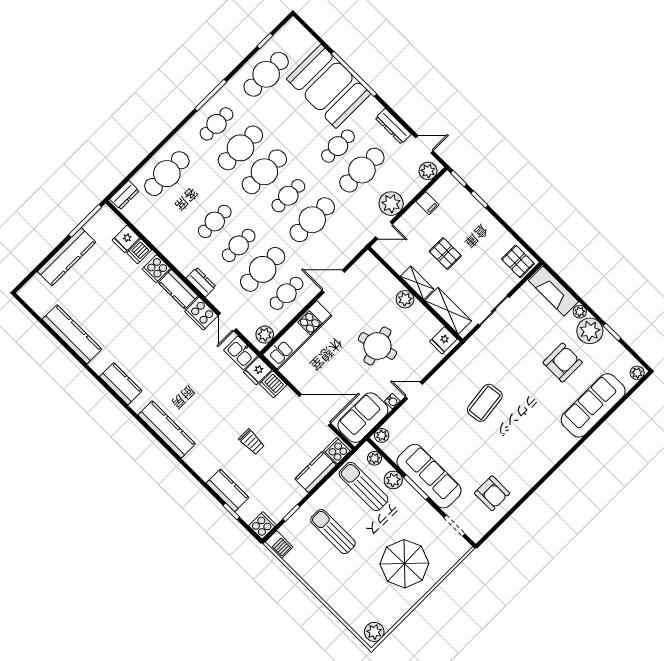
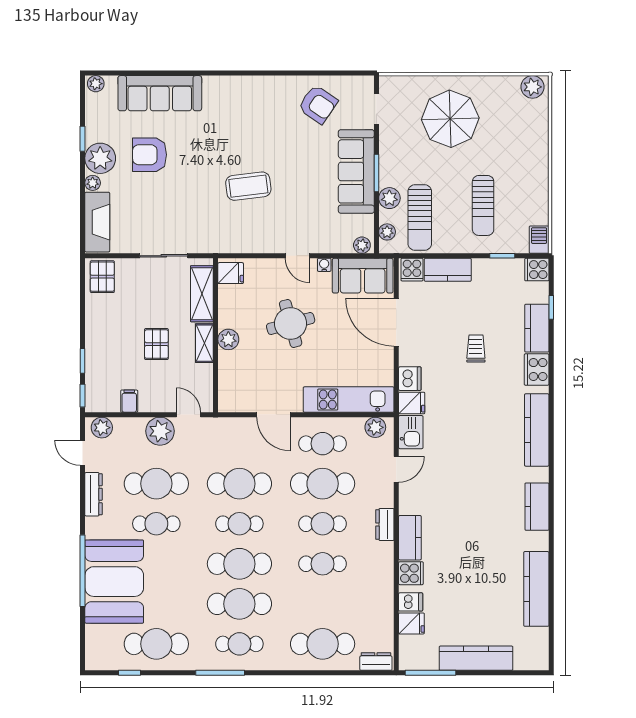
cooker: (201, 314) -> (537, 370), moved, turned 180
armchair: (492, 493) -> (318, 104), turned 124

